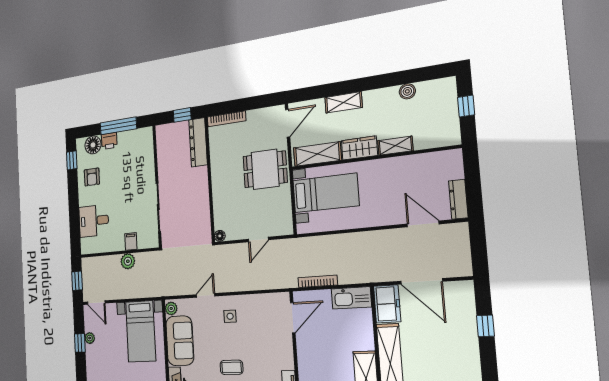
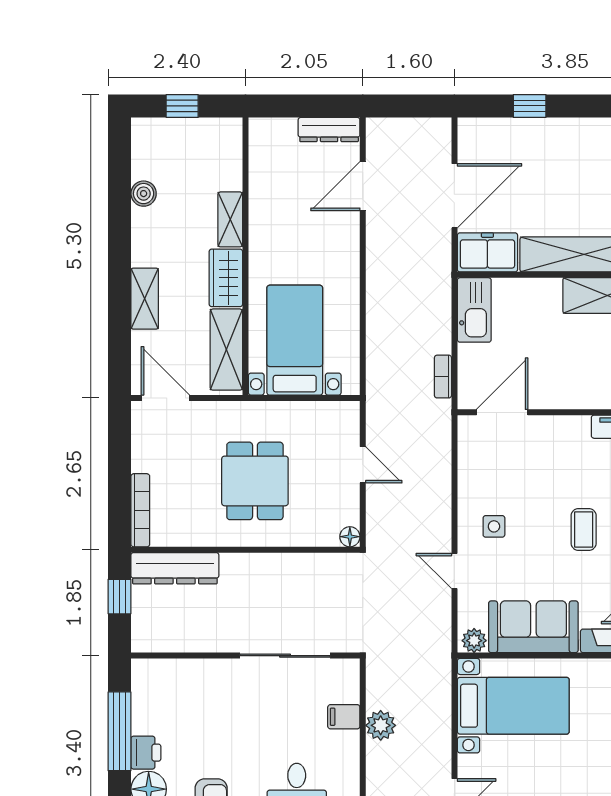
dining table: (265, 169) -> (255, 481), moved
bookcase: (318, 281) -> (443, 377), width x0.64
door: (293, 318) -> (502, 412), hinge flipped

